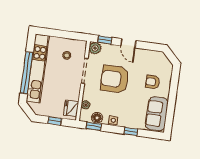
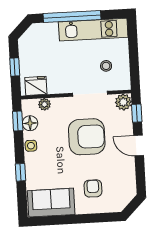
door: (128, 43) -> (139, 146), hinge flipped
kitchen unit: (38, 68) -> (93, 30), width x0.73
armchair: (115, 79) -> (87, 137), turned 90

